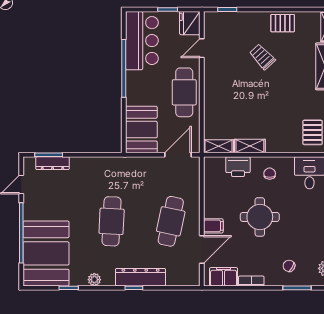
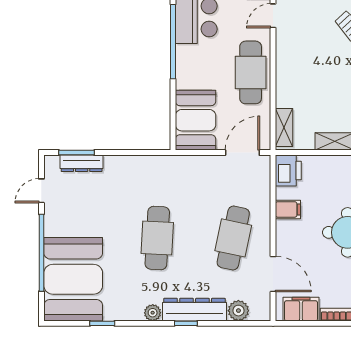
shelving: (218, 146) -> (284, 127), moved, turned 90
printer: (238, 167) -> (288, 171), moved, turned -90
filing cabinet: (213, 226) -> (288, 209), moved
door: (202, 249) -> (273, 274), hinge flipped
plant: (175, 278) -> (238, 311), added
plant: (94, 280) -> (153, 313), moved

